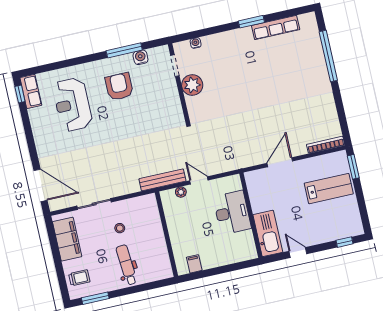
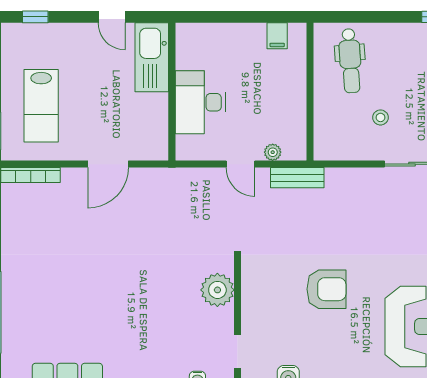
plant: (192, 85) -> (217, 290), moved
armchair: (119, 86) -> (326, 289), moved, turned -90
bench: (162, 180) -> (297, 178), width x0.73
lab bench: (329, 189) -> (41, 106), turned -90
dental chair: (127, 265) -> (350, 61), moved

